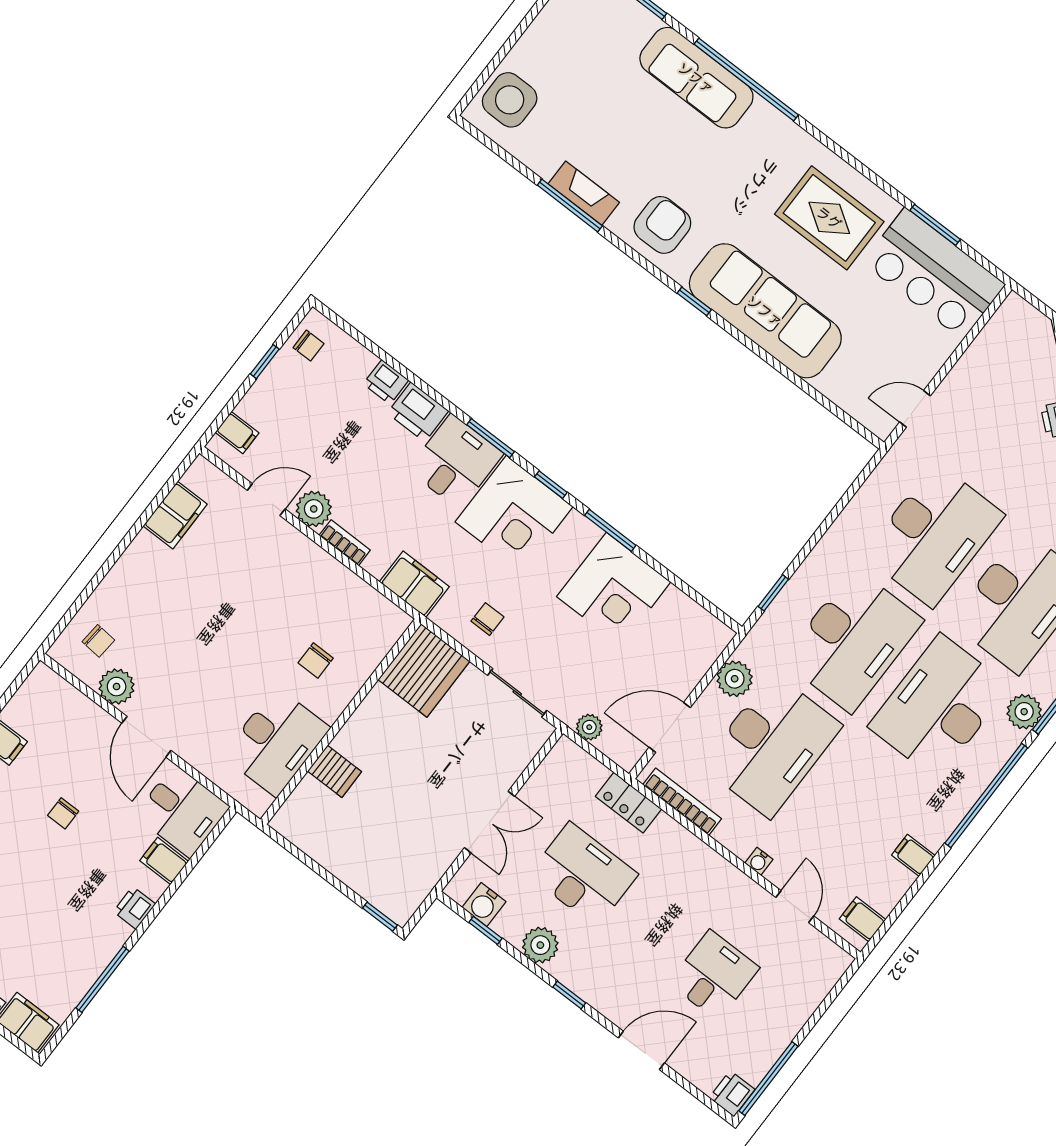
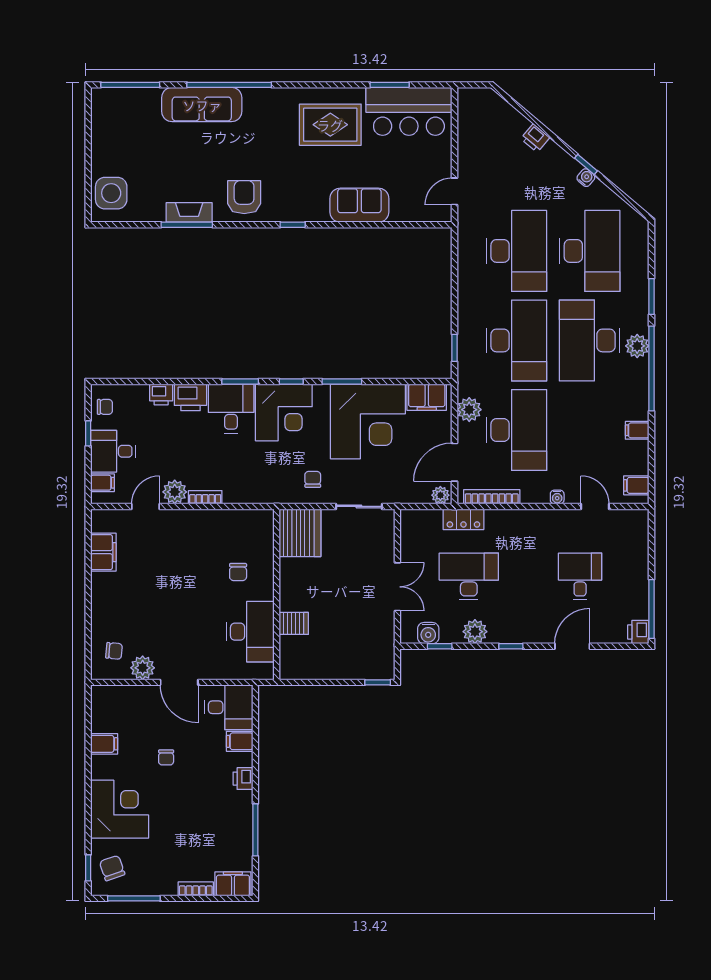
sofa: (765, 311) -> (359, 205), width x0.54, depth x0.79
desk: (278, 405) -> (113, 451), added
filing cabinet: (414, 584) -> (427, 397), moved, turned 180
corner desk: (614, 589) -> (368, 421), width x1.36, depth x1.36
plant: (1024, 712) -> (637, 346), moved
plant: (589, 727) -> (440, 495), moved

